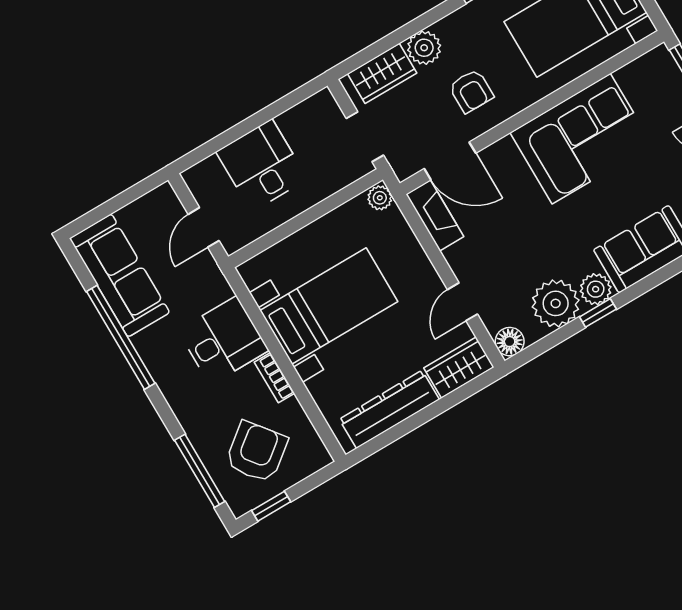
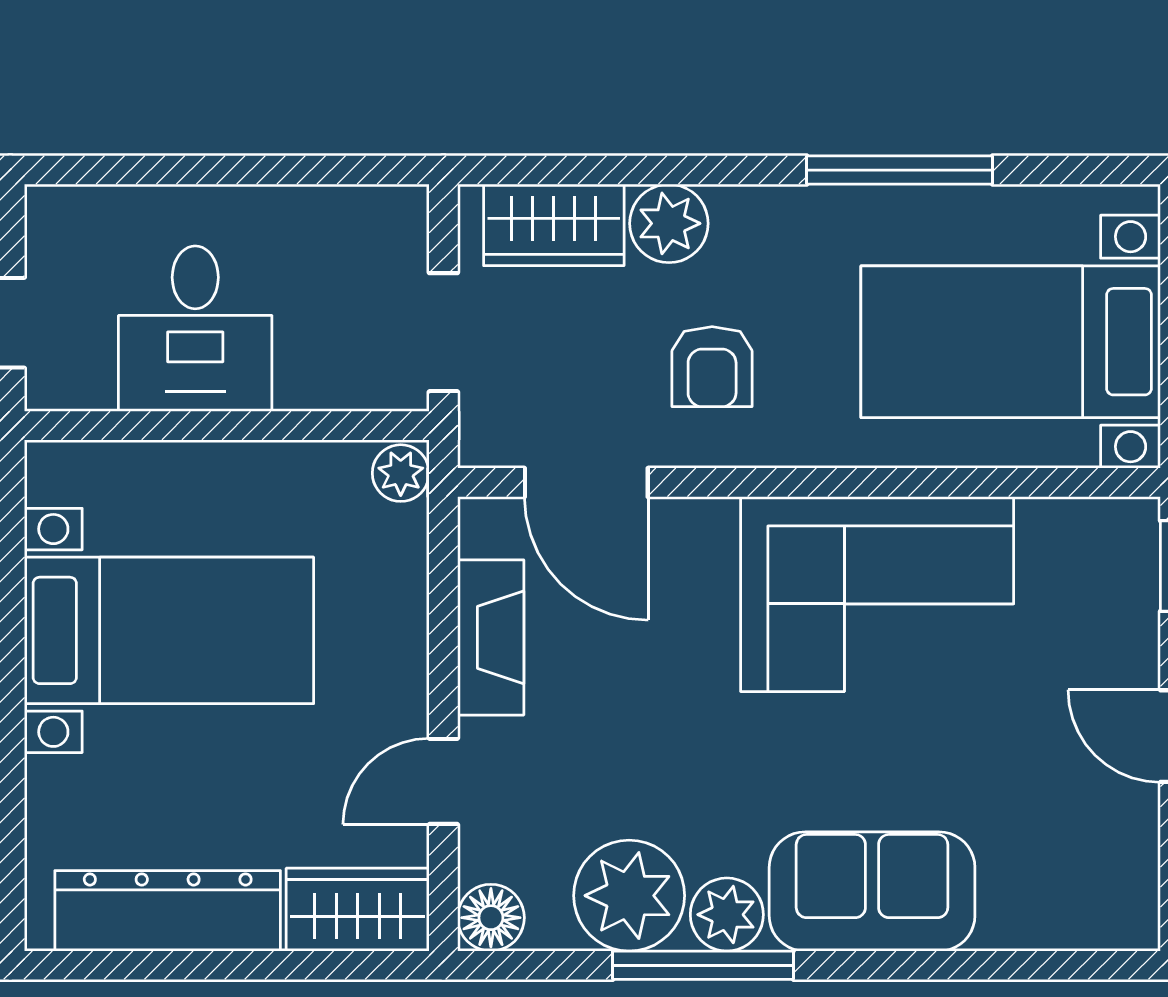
desk: (262, 165) -> (195, 329), moved, turned 180
fireplace: (435, 215) -> (491, 637), moved
window: (598, 313) -> (703, 965), width x2.17

